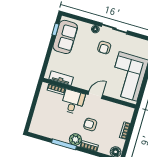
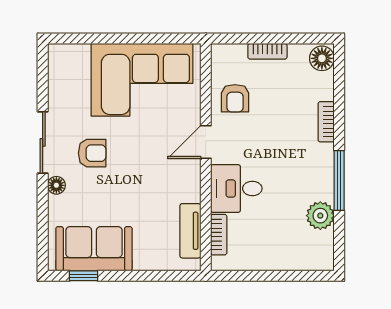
door: (95, 95) -> (206, 142), hinge flipped
armchair: (90, 125) -> (235, 98), moved
plant: (75, 139) -> (320, 216), moved

